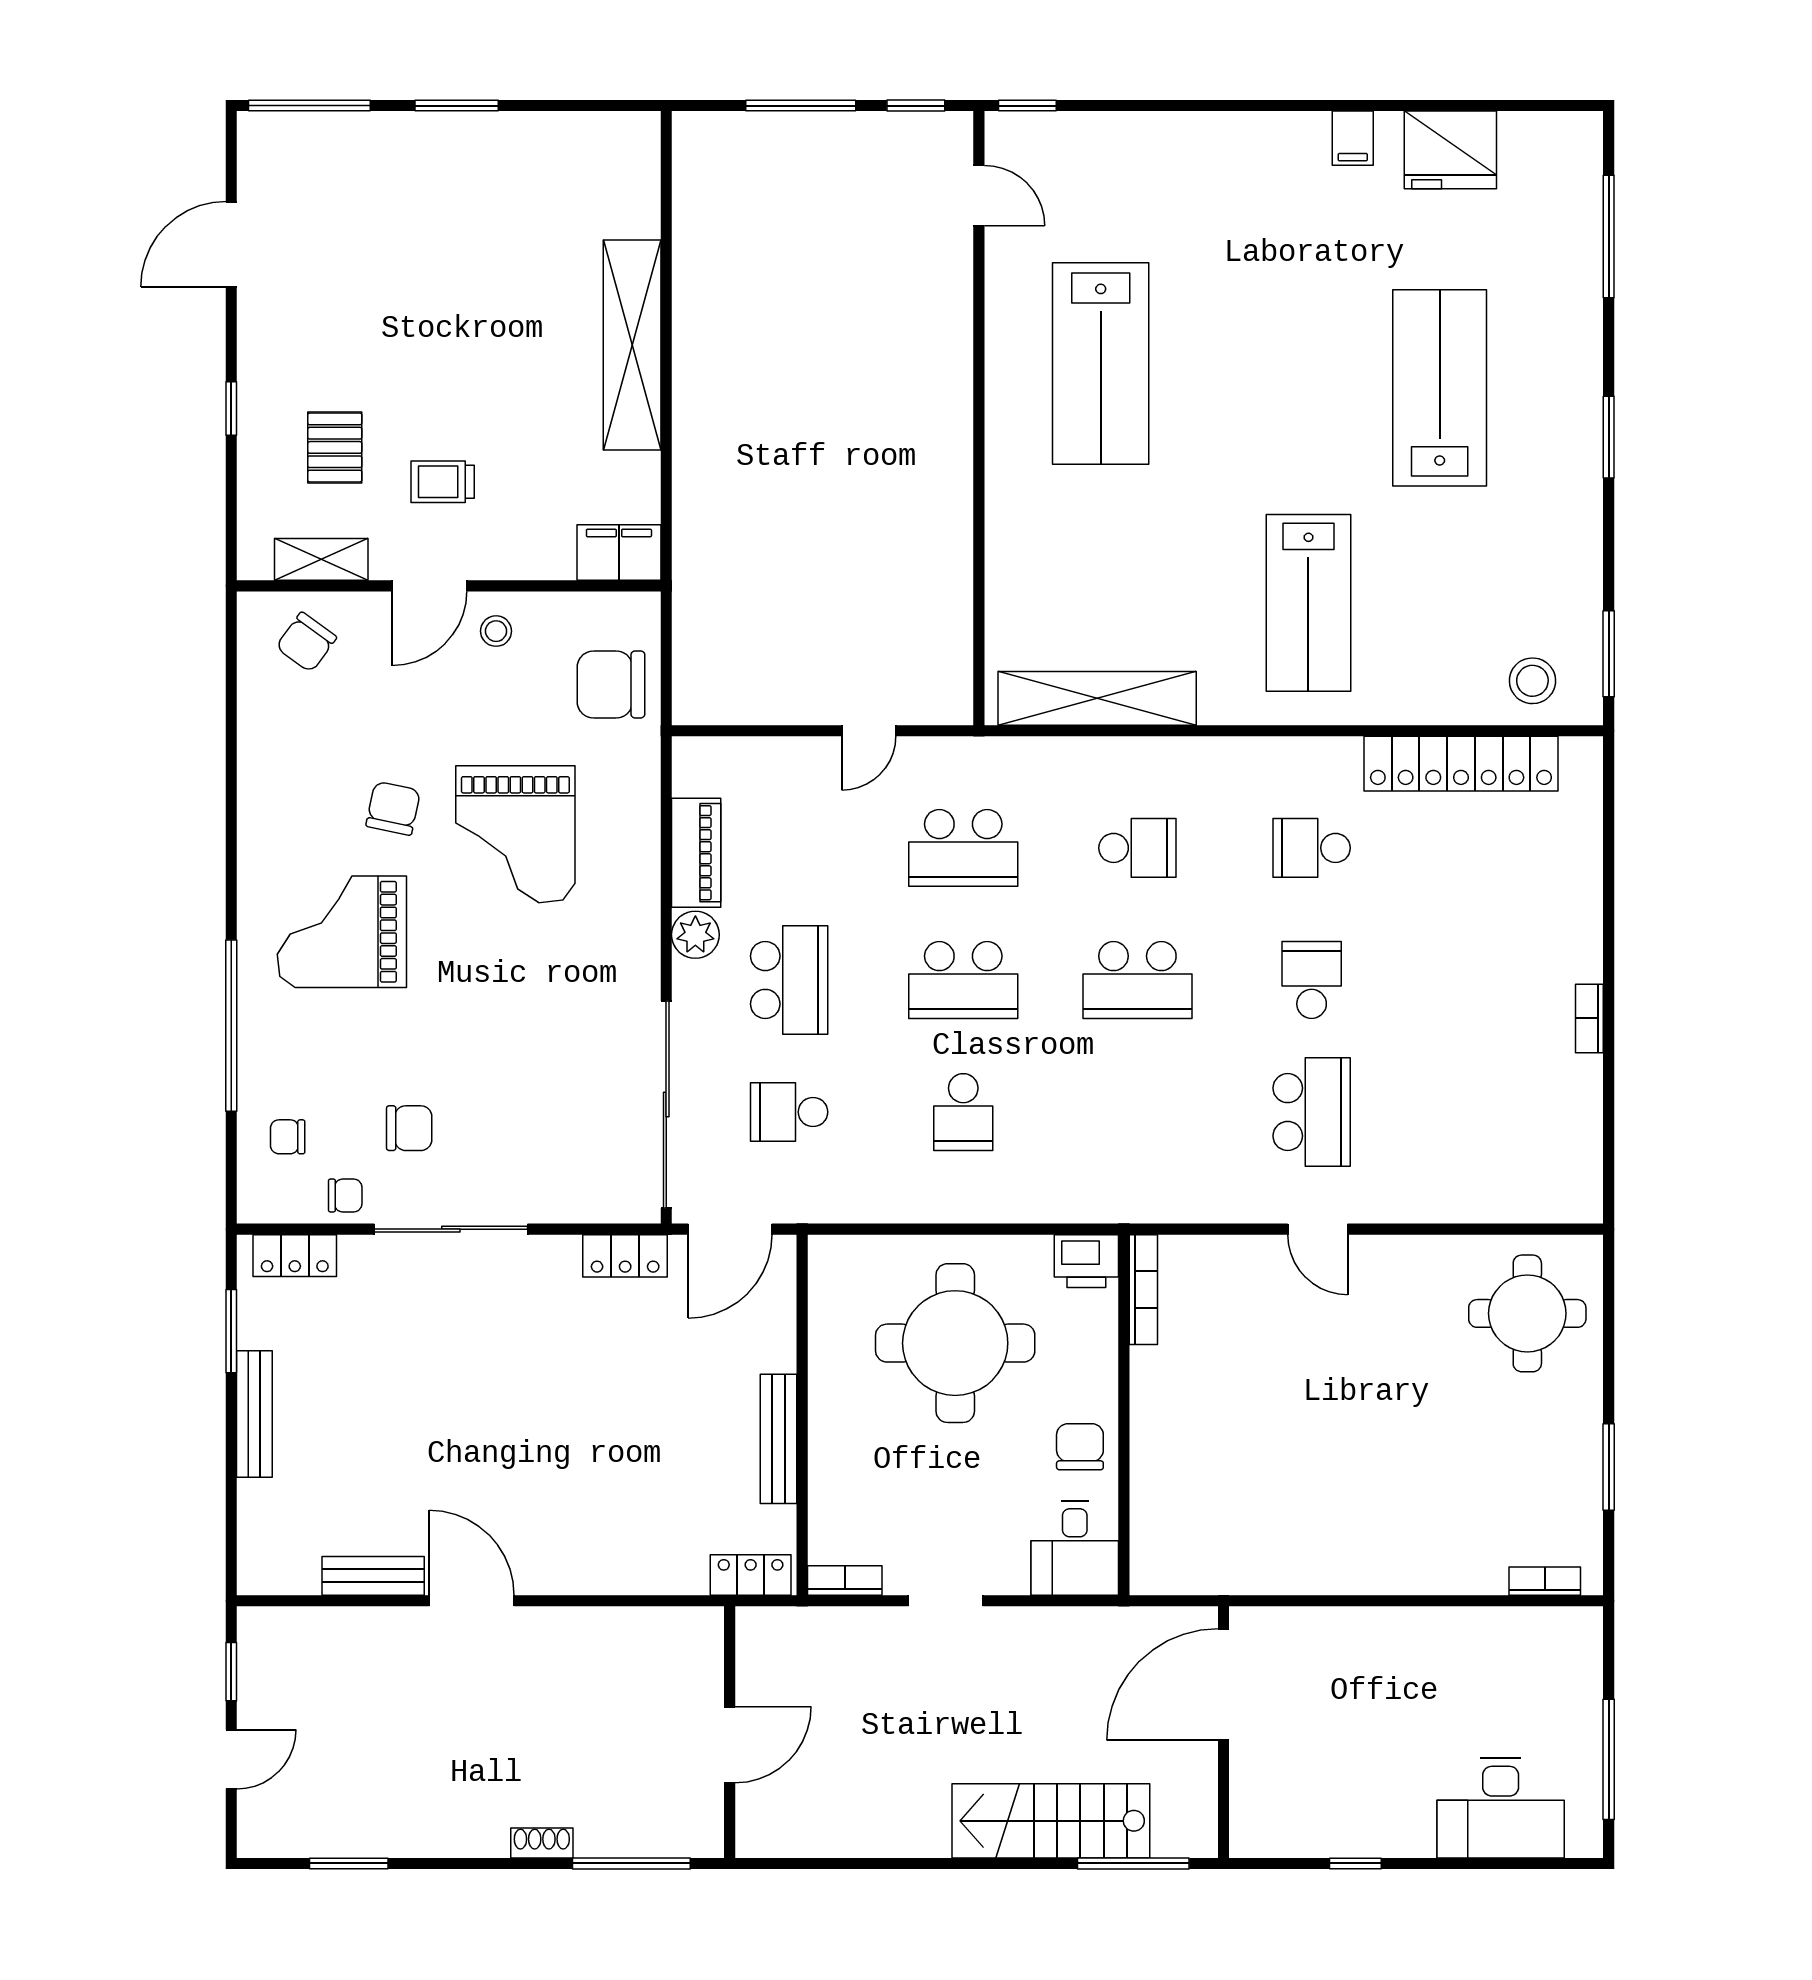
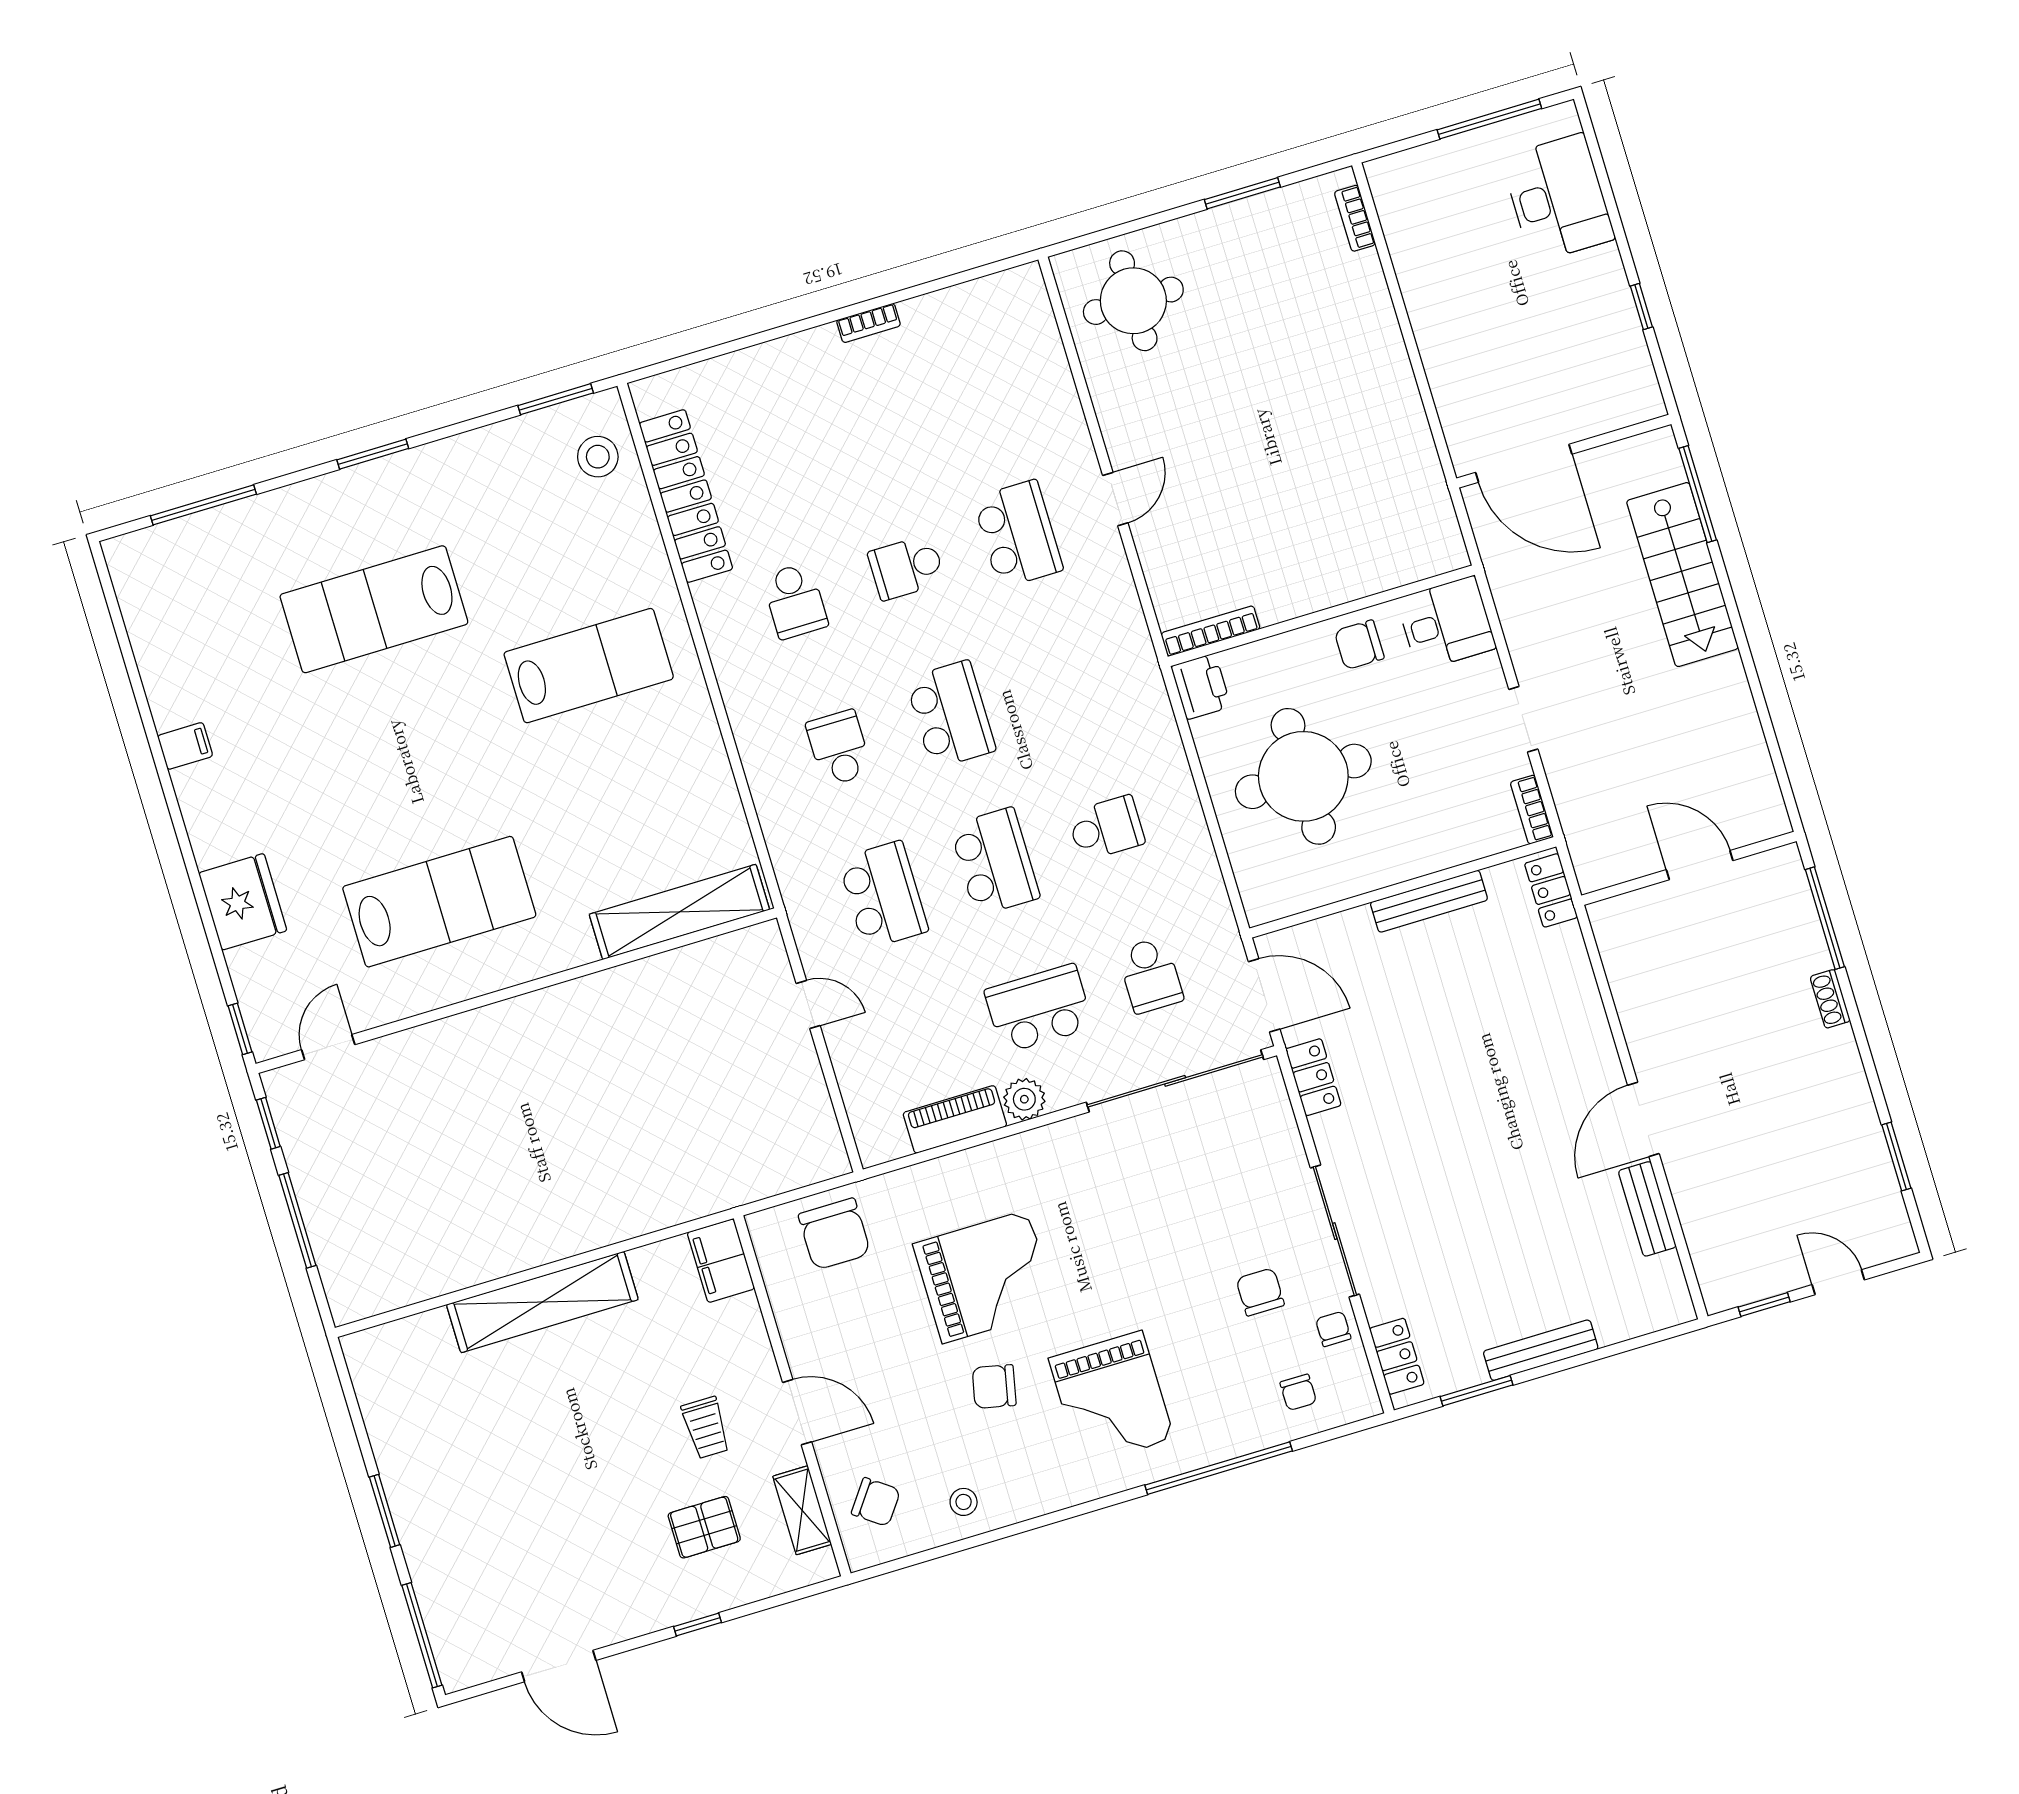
fridge: (1450, 150) -> (243, 902), moved
stool: (496, 631) -> (964, 1502), moved
shelving: (1097, 698) -> (679, 912), moved, turned 90
school desk: (1312, 1112) -> (1018, 534), turned 90

